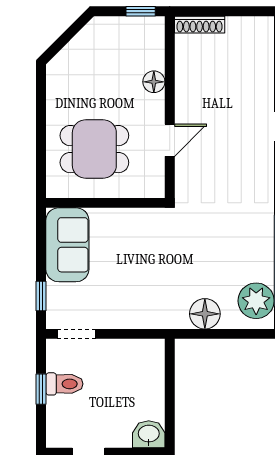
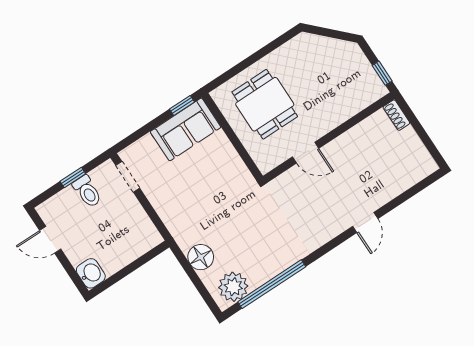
shoe rack: (200, 25) -> (396, 115), width x0.70
floor lamp: (154, 82) -> (339, 115), removed
window: (41, 296) -> (182, 105), moved

